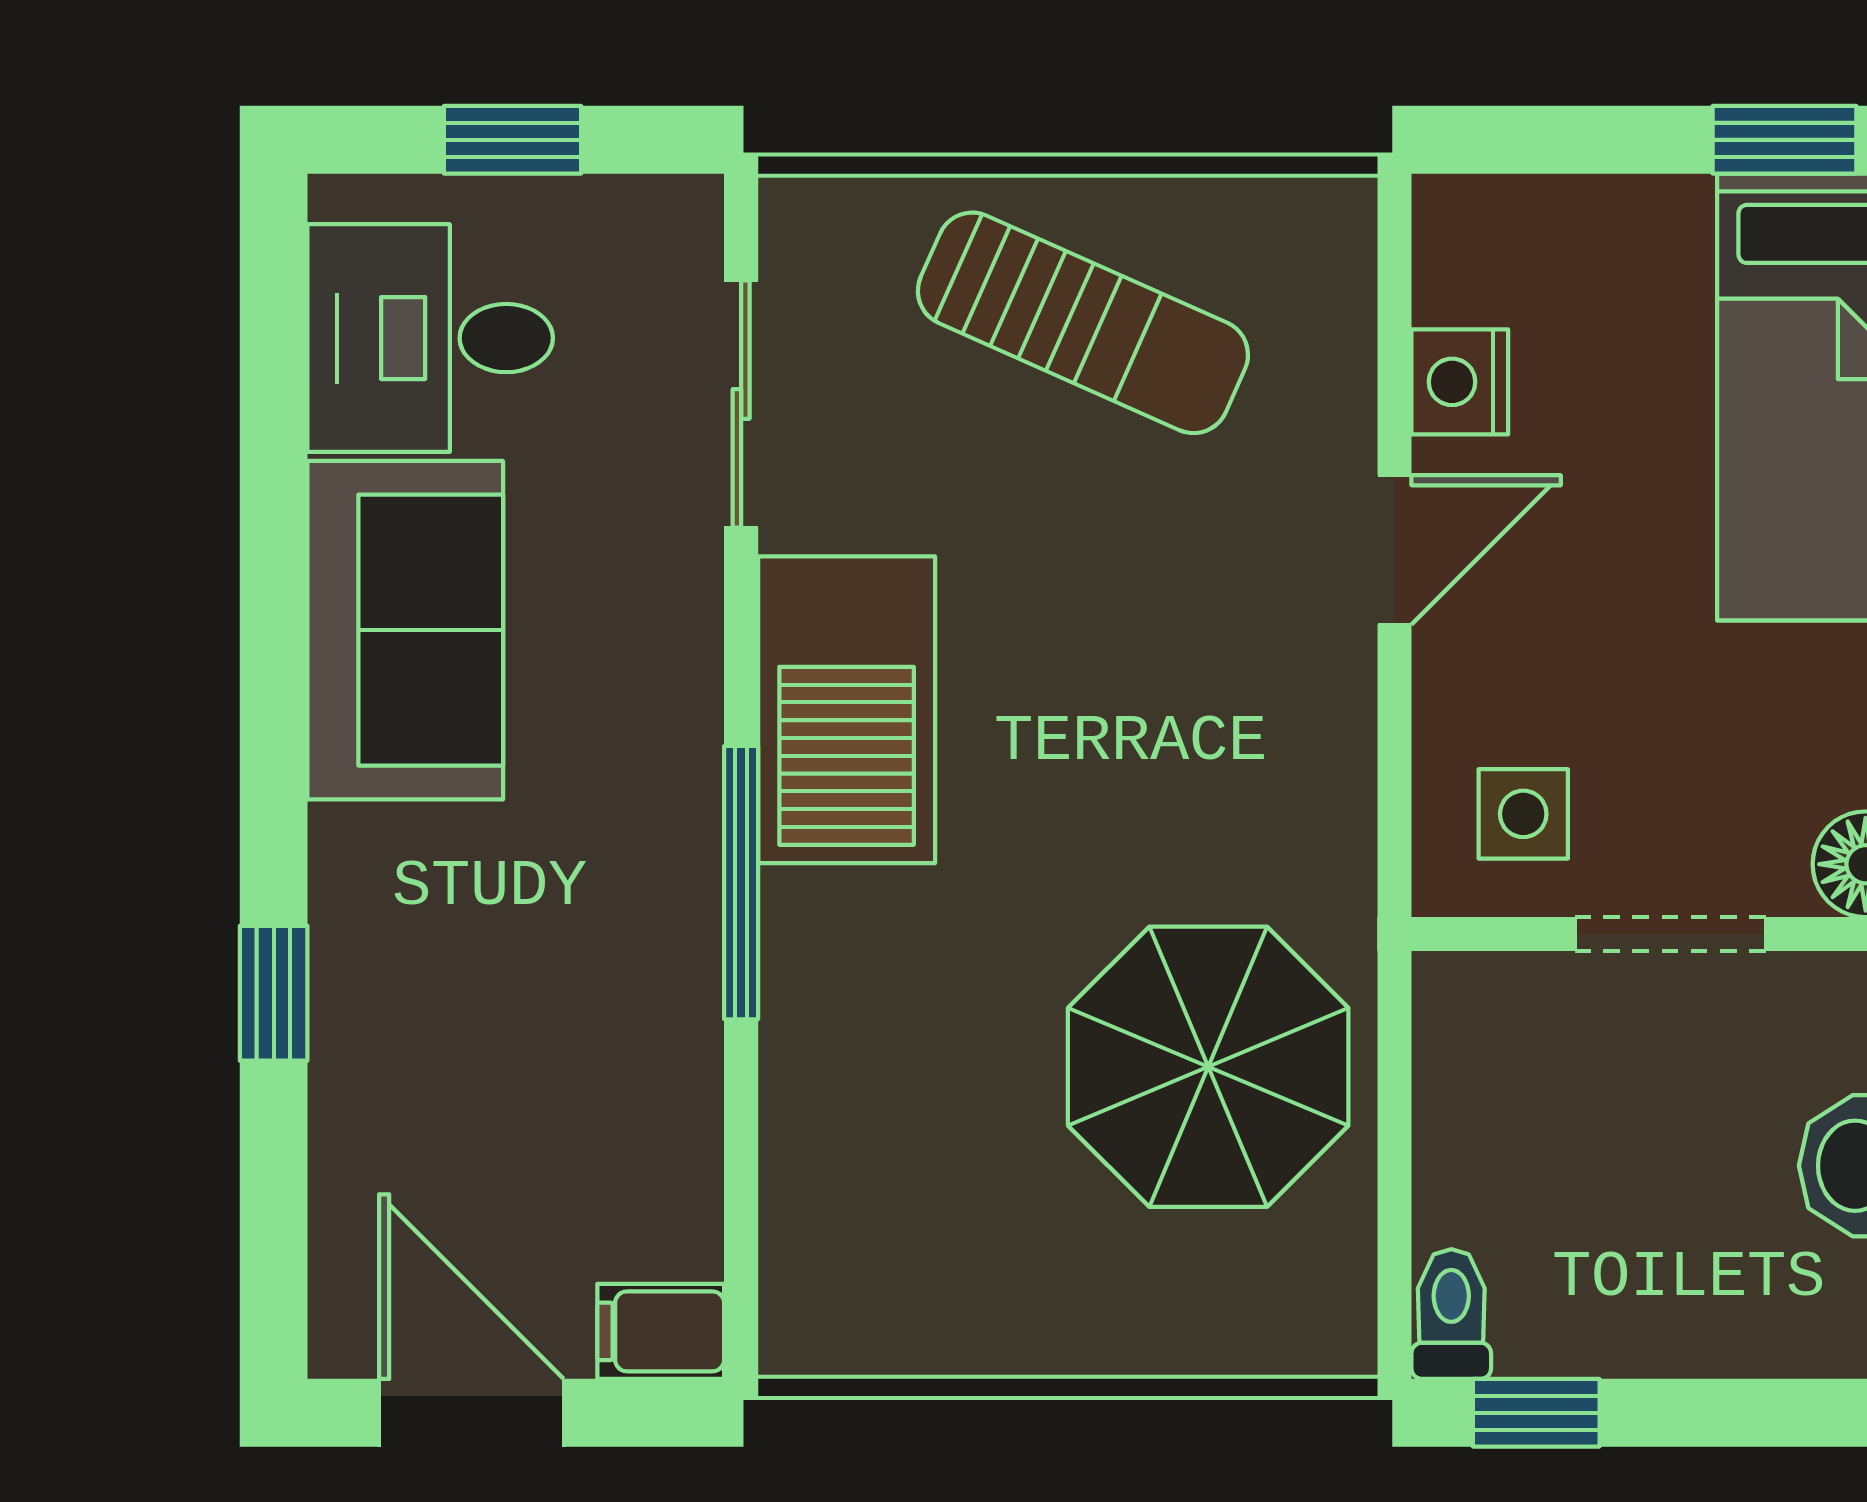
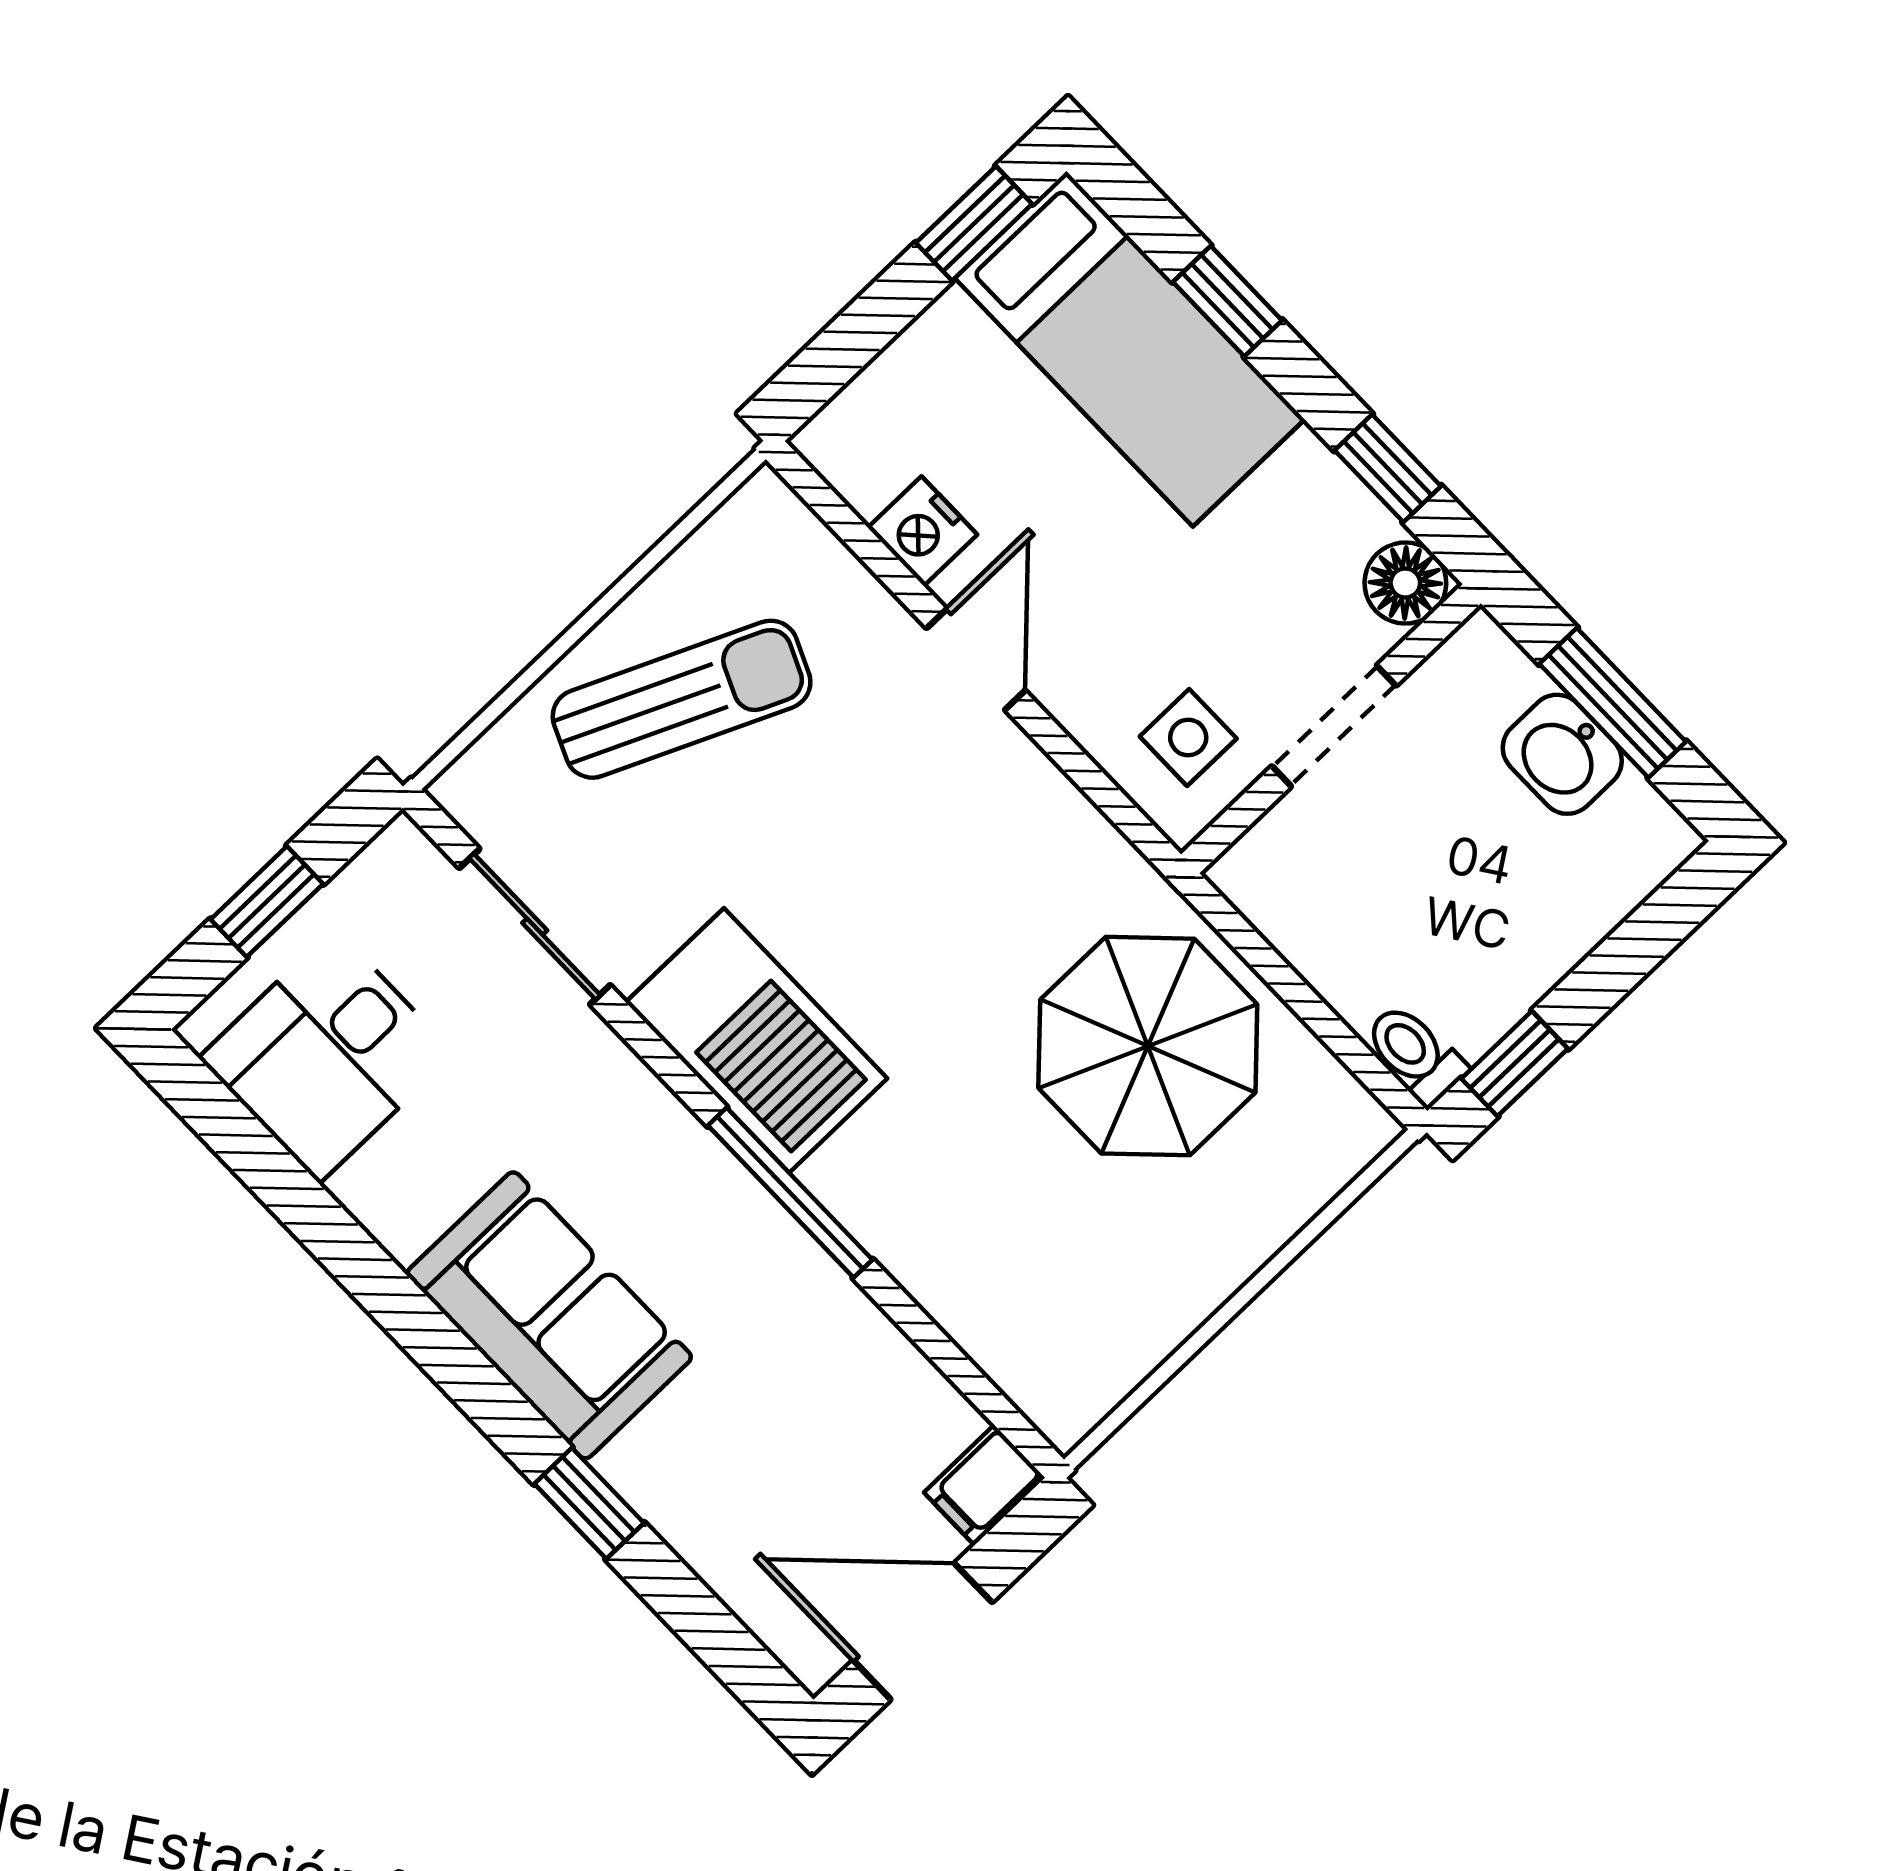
sofa: (405, 630) -> (549, 1315), moved

